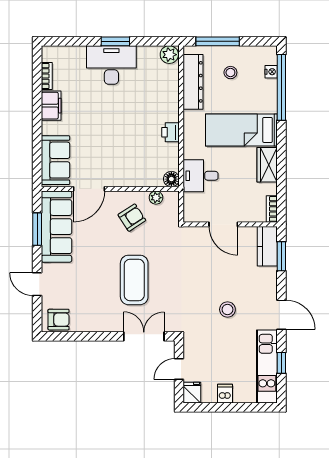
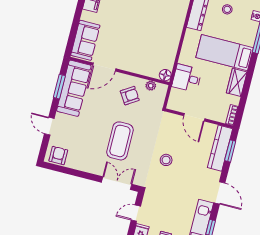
printer: (171, 132) -> (173, 41), removed
kitchen counter: (267, 246) -> (220, 148), width x1.50
stool: (227, 310) -> (166, 160), moved
armchair: (59, 320) -> (58, 156), turned -90

